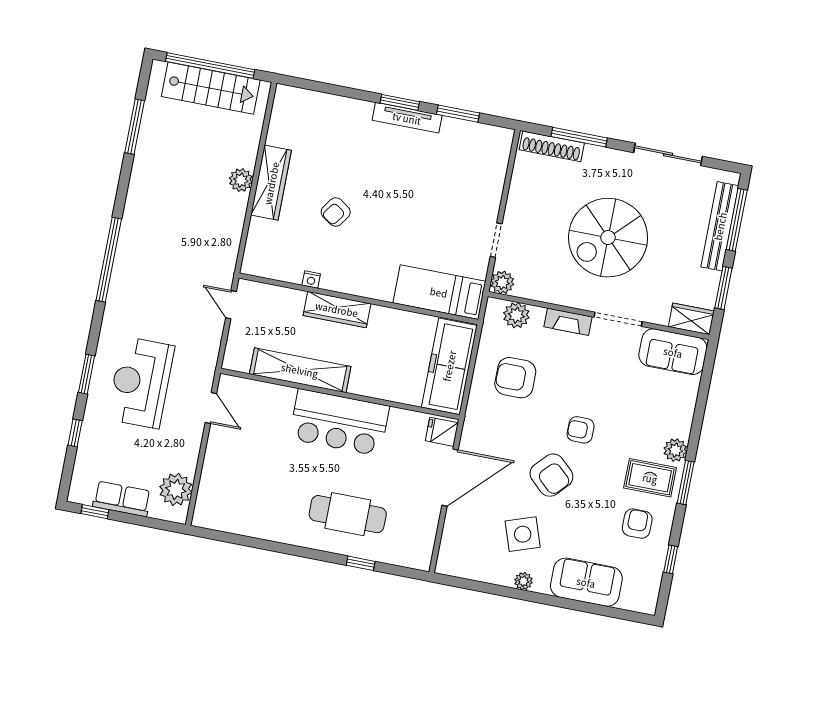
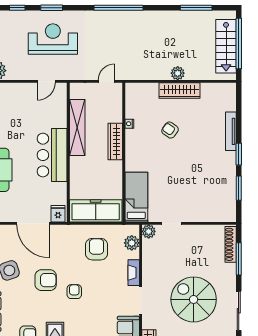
tv unit: (407, 118) -> (231, 131), moved
spiral stairs: (608, 238) -> (194, 299), moved
armchair: (551, 475) -> (46, 280), turned -133

